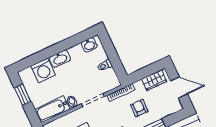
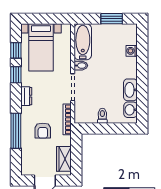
washbasin: (60, 59) -> (130, 90), moved
washing machine: (43, 70) -> (132, 51), width x0.53, depth x0.53
armchair: (139, 108) -> (43, 131), turned 90

